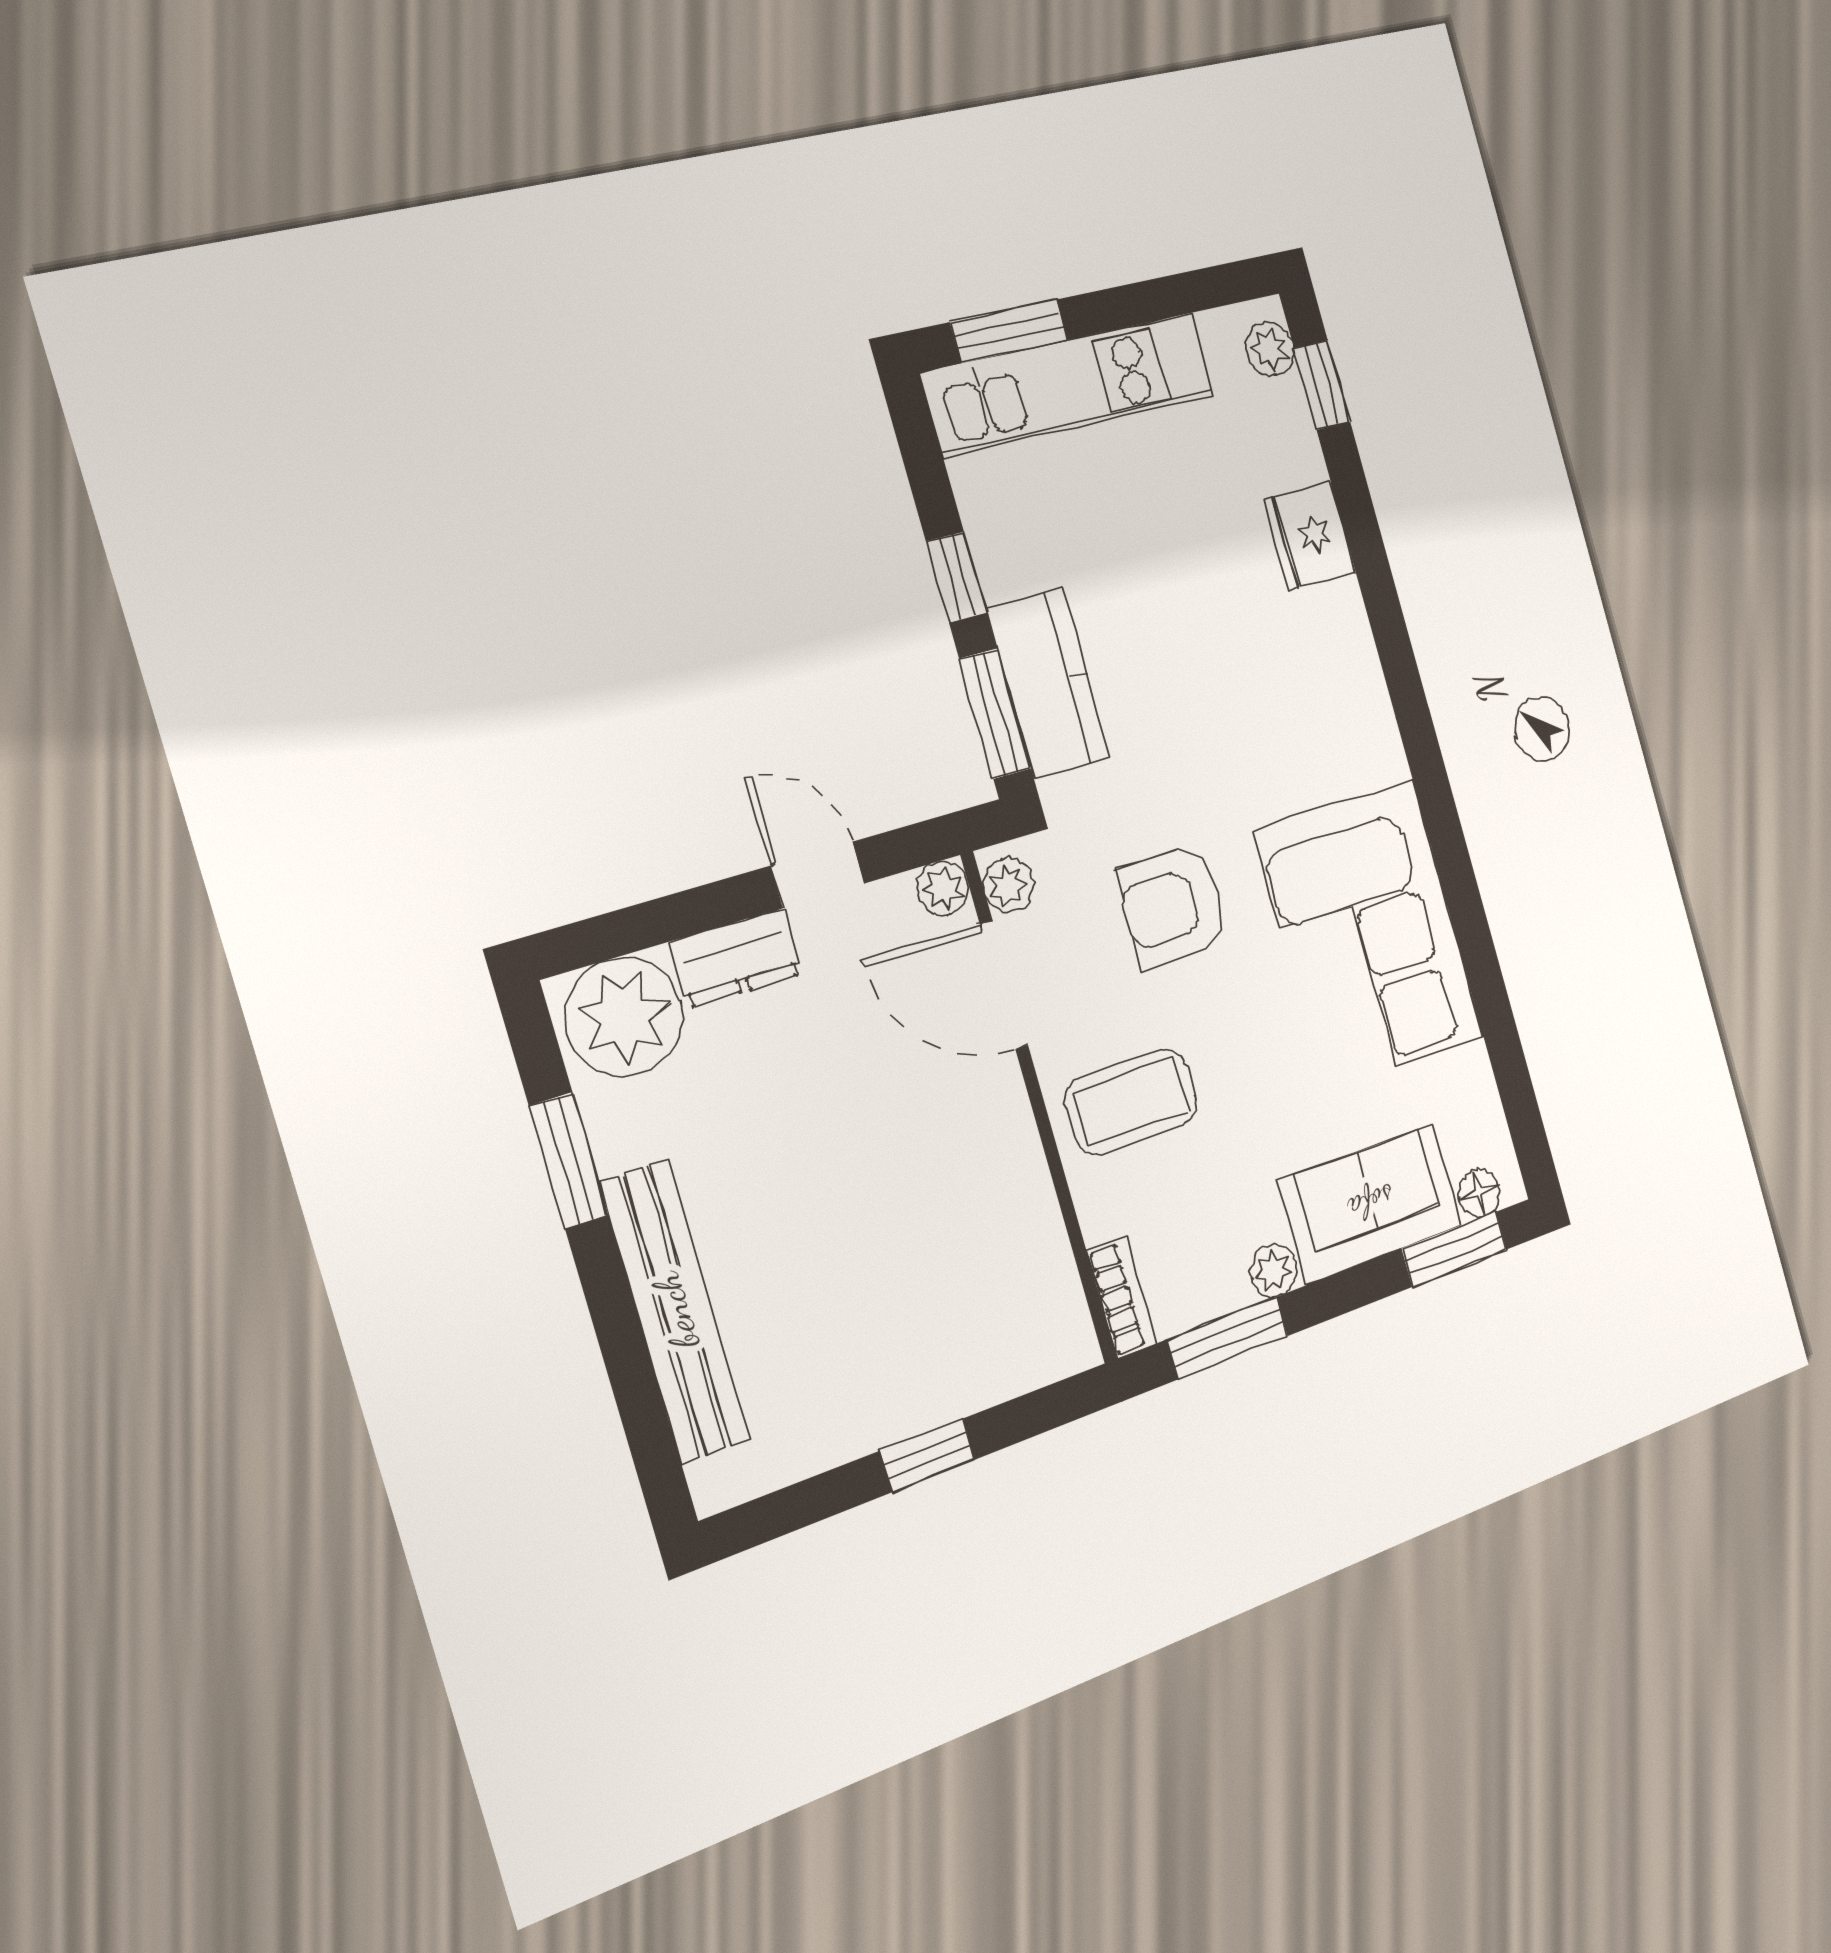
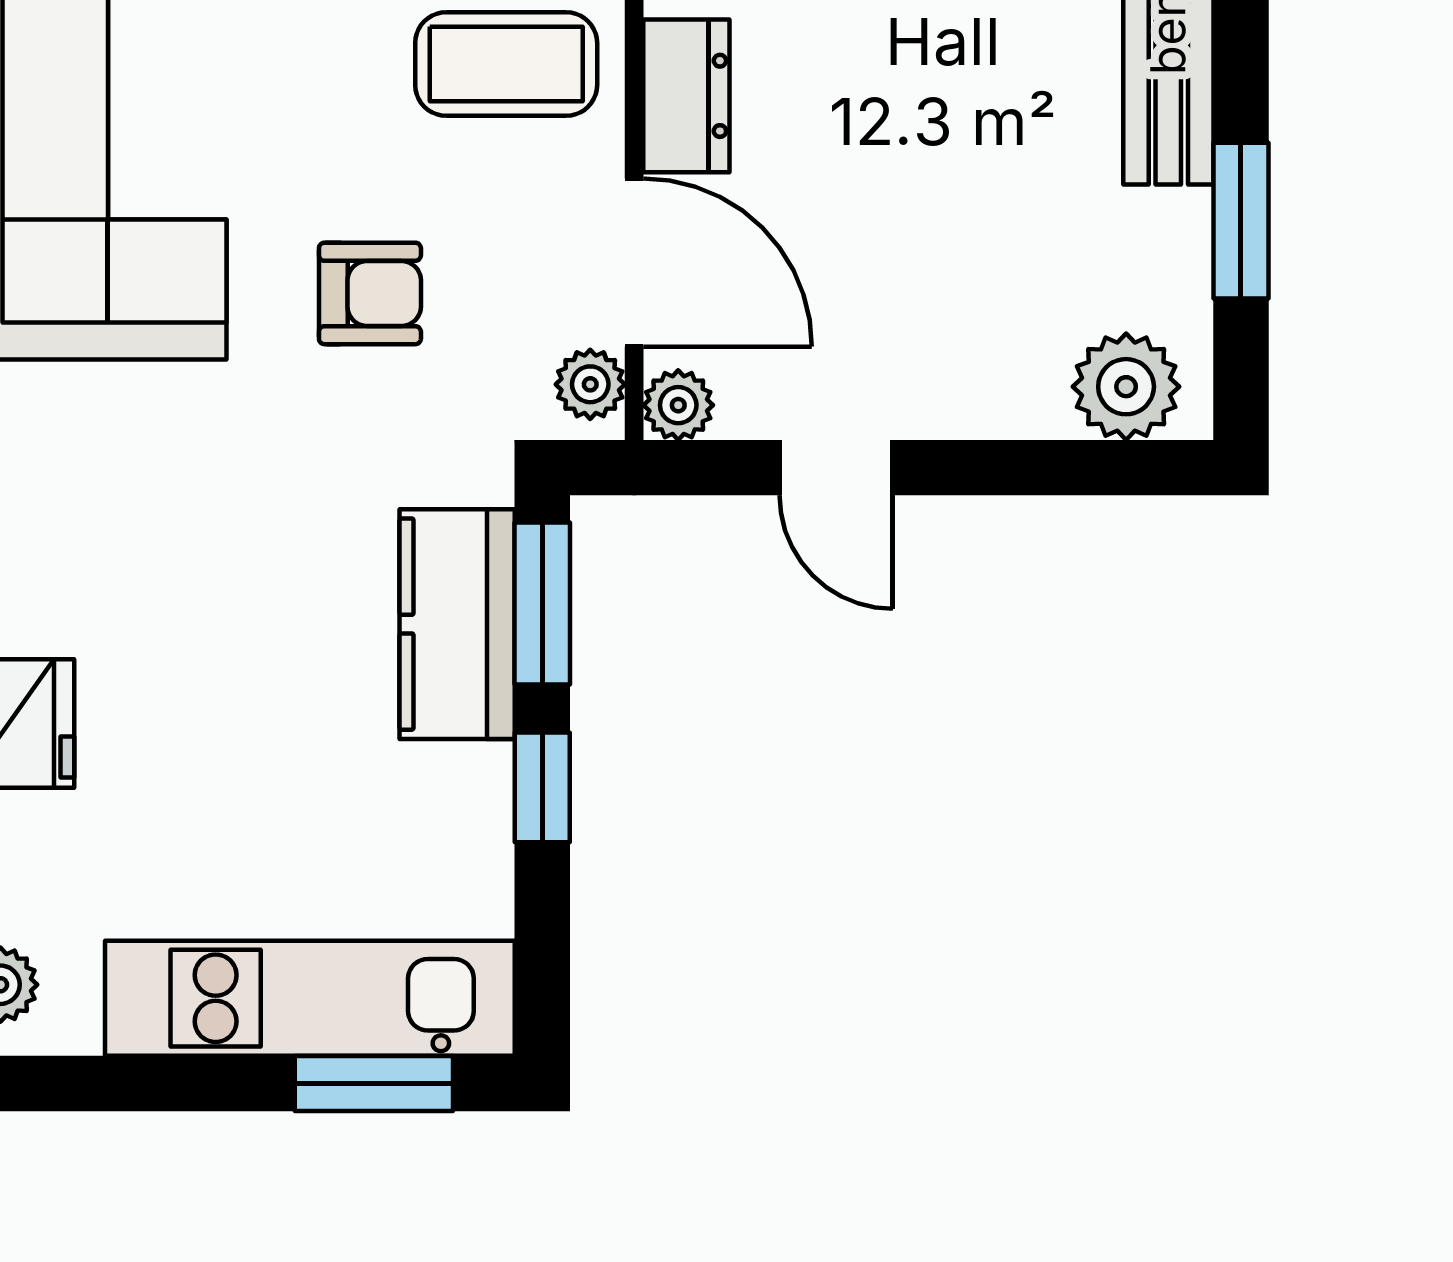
armchair: (1173, 906) -> (370, 293), width x0.72, depth x0.72
dresser: (736, 958) -> (686, 96), moved, turned 90
plant: (624, 1017) -> (1126, 387), width x0.73, depth x0.73

